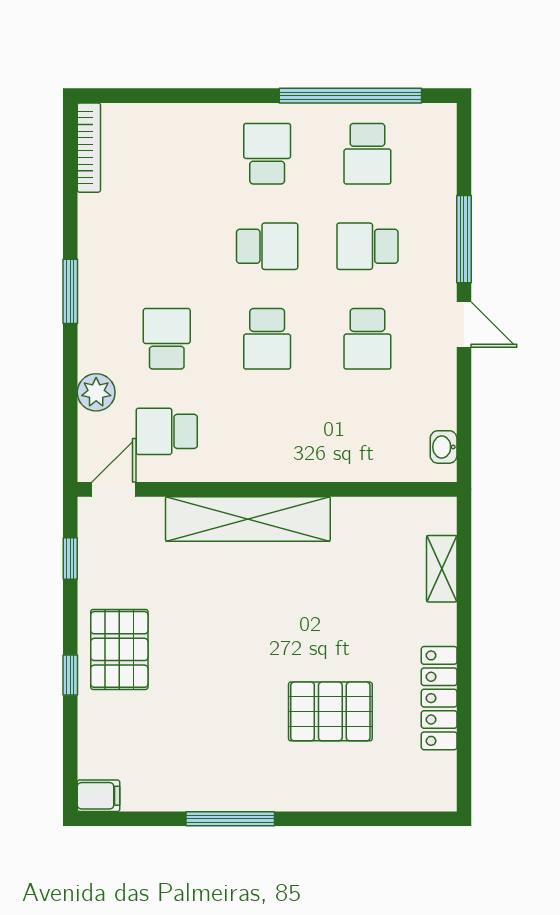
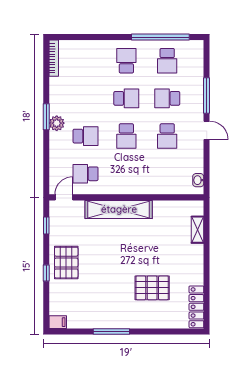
school desk: (167, 339) -> (85, 136), turned 90
plant: (96, 392) -> (57, 123), moved
locker: (439, 698) -> (196, 307), moved

